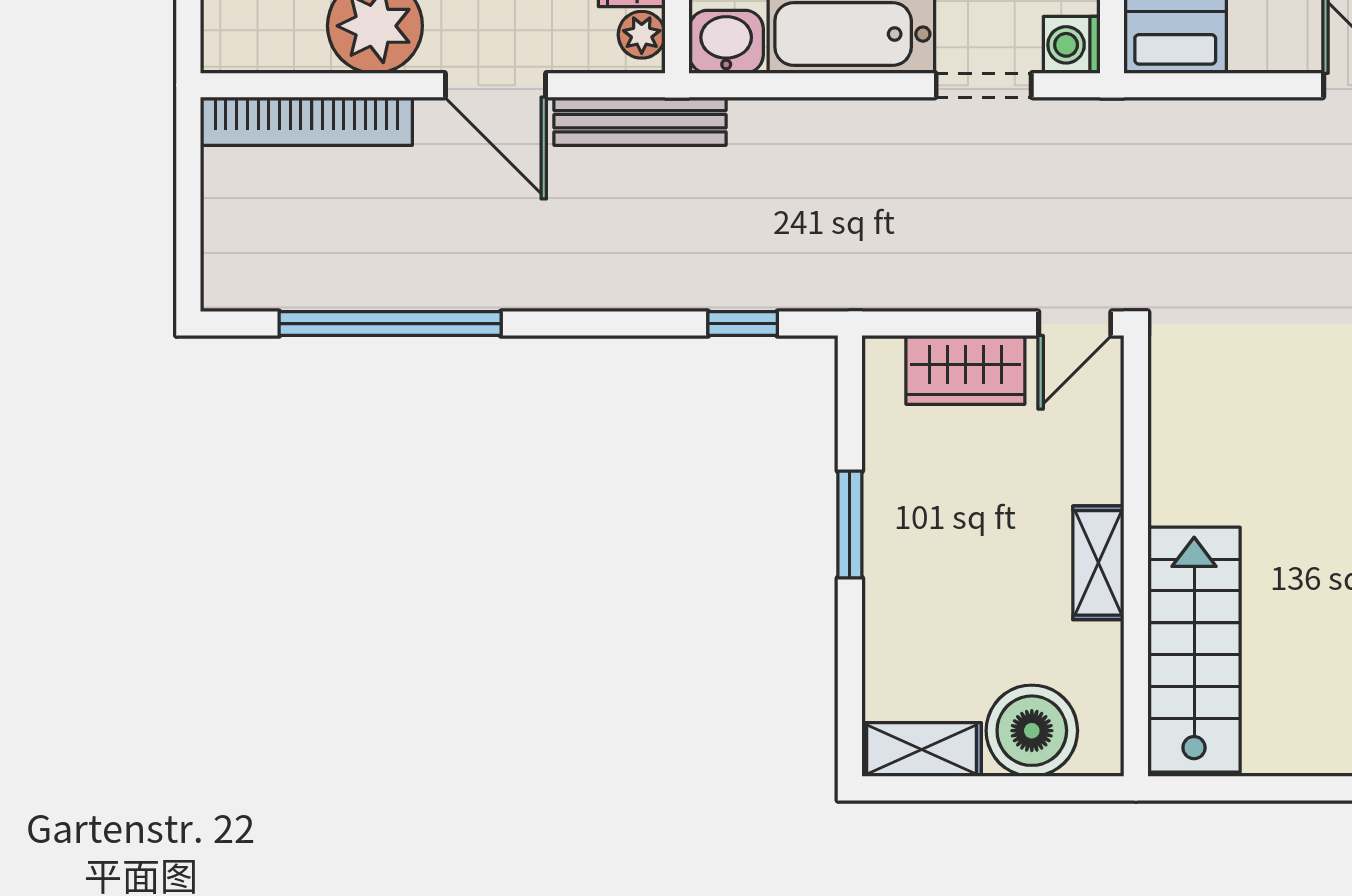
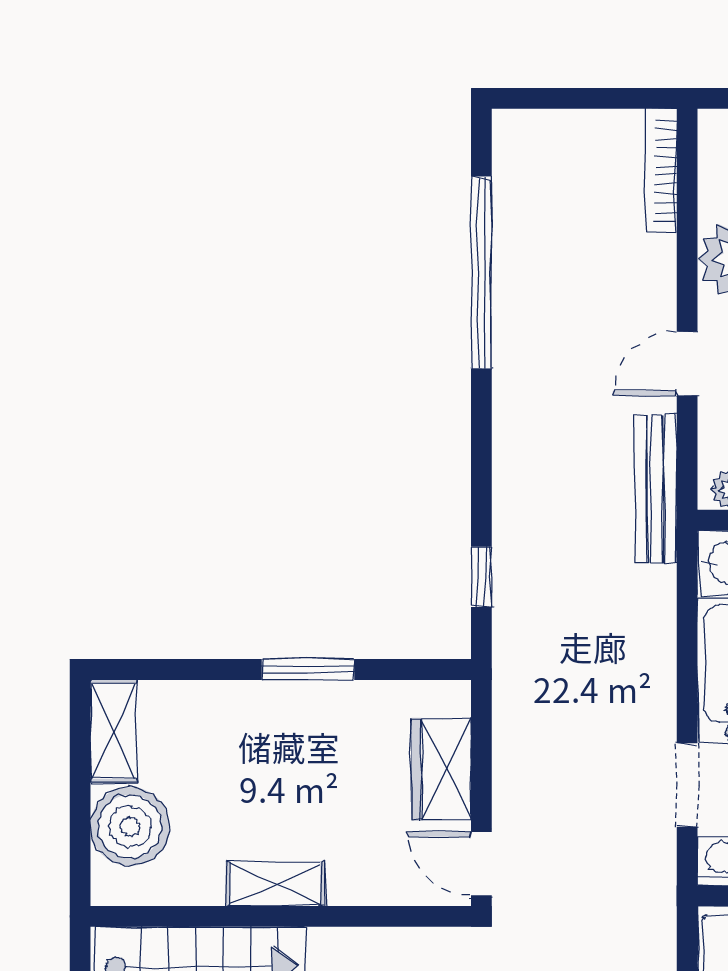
door: (495, 85) -> (687, 364), width x0.73
bookcase: (306, 121) -> (661, 171), width x0.68, depth x0.76

